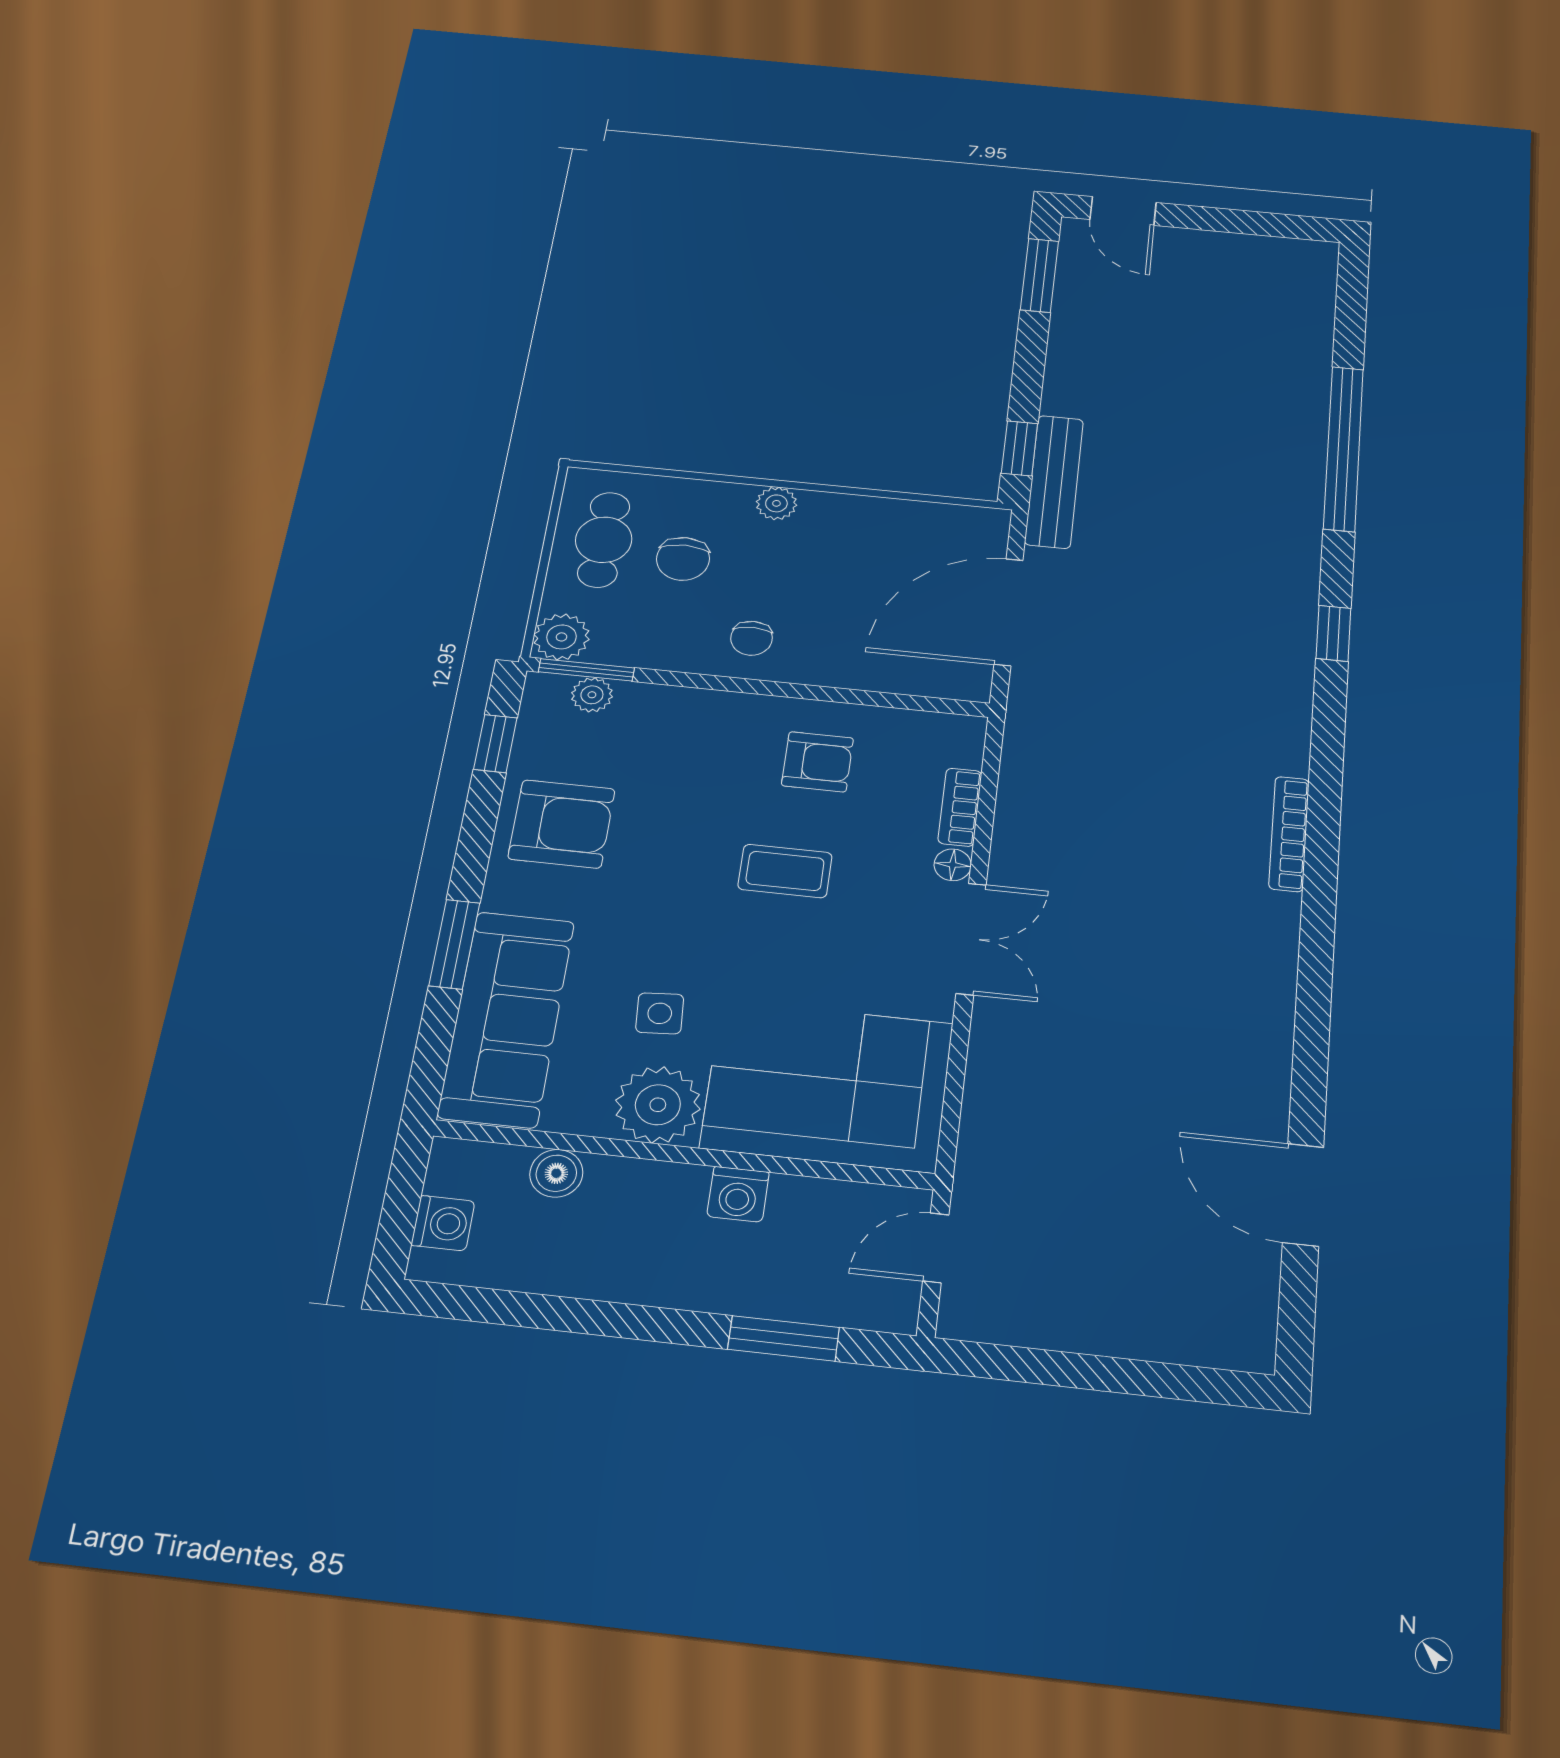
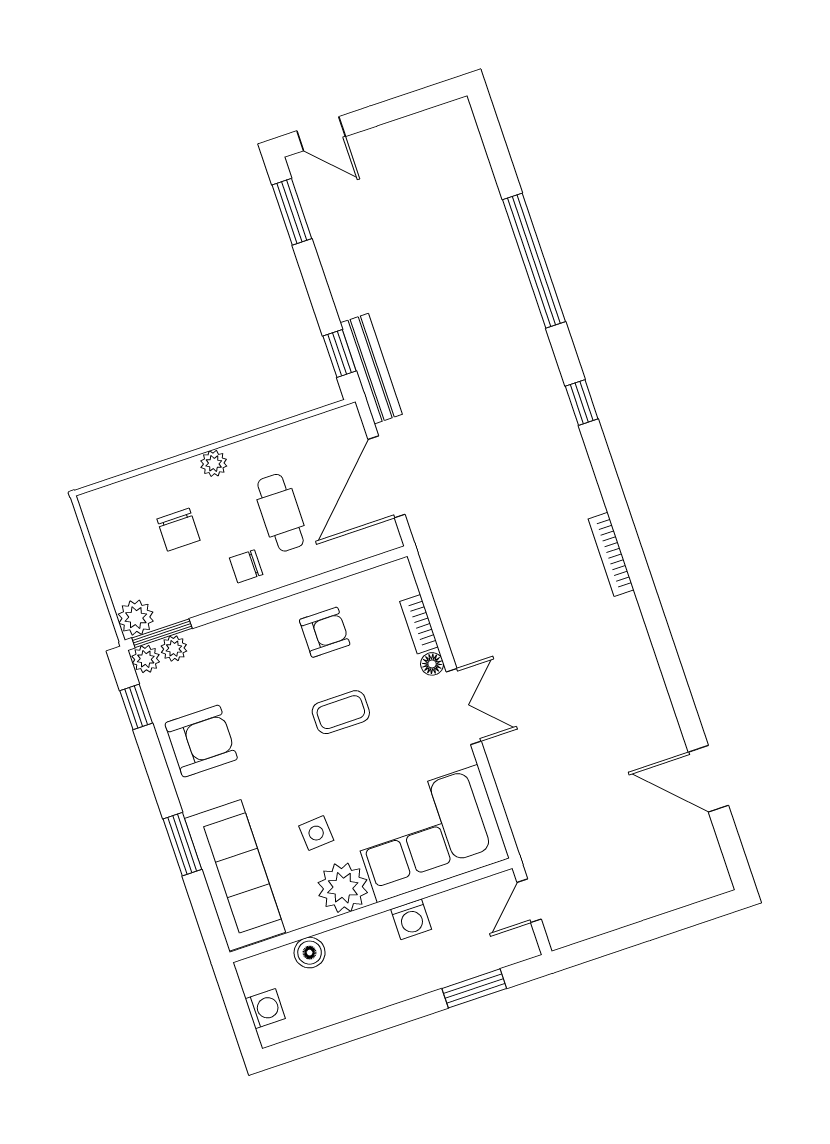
cafe table: (604, 540) -> (281, 513), moved
chair: (752, 638) -> (246, 566), turned 90
plant: (545, 691) -> (146, 659), added

